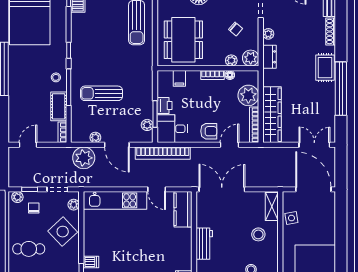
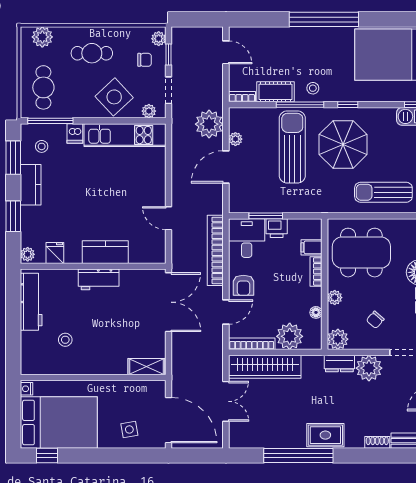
shoe rack: (331, 32) -> (377, 442), width x0.70
plant: (268, 34) -> (369, 368), width x1.88, depth x1.88
parasol: (100, 54) -> (343, 144), added
plant: (231, 60) -> (335, 298), moved
bookcase: (213, 75) -> (316, 271), moved
sun lounger: (101, 93) -> (292, 147), width x1.36, depth x1.34
plant: (147, 125) -> (251, 206), removed
door: (229, 145) -> (226, 312), hinge flipped
double door: (314, 145) -> (226, 401), moved
bookcase: (163, 153) -> (215, 250), moved
door: (157, 189) -> (169, 218), hinge flipped
door: (313, 189) -> (169, 420), hinge flipped
kitchen unit: (115, 200) -> (125, 135), moved, turned -90
kitchen counter: (183, 209) -> (105, 252), moved
side table: (291, 218) -> (129, 429), moved
stool: (258, 234) -> (110, 349), removed
cafe table: (29, 249) -> (92, 53), turned 90

